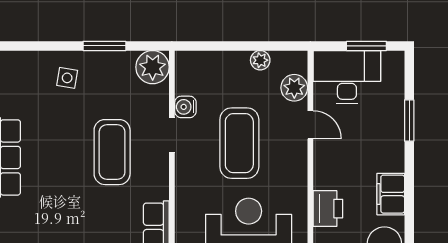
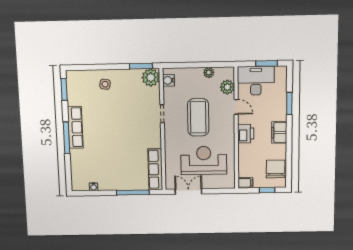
window: (104, 46) -> (141, 66), moved
water cooler: (185, 107) -> (169, 80), moved
coffee table: (112, 152) -> (131, 123), removed
filing cabinet: (391, 194) -> (279, 132), moved
printer: (328, 209) -> (246, 134), moved

